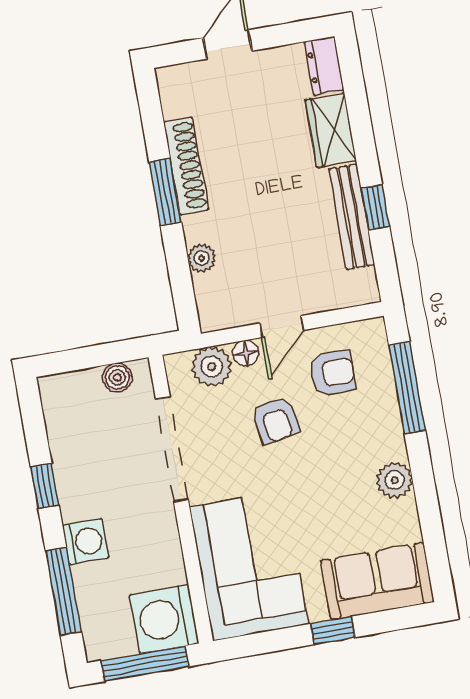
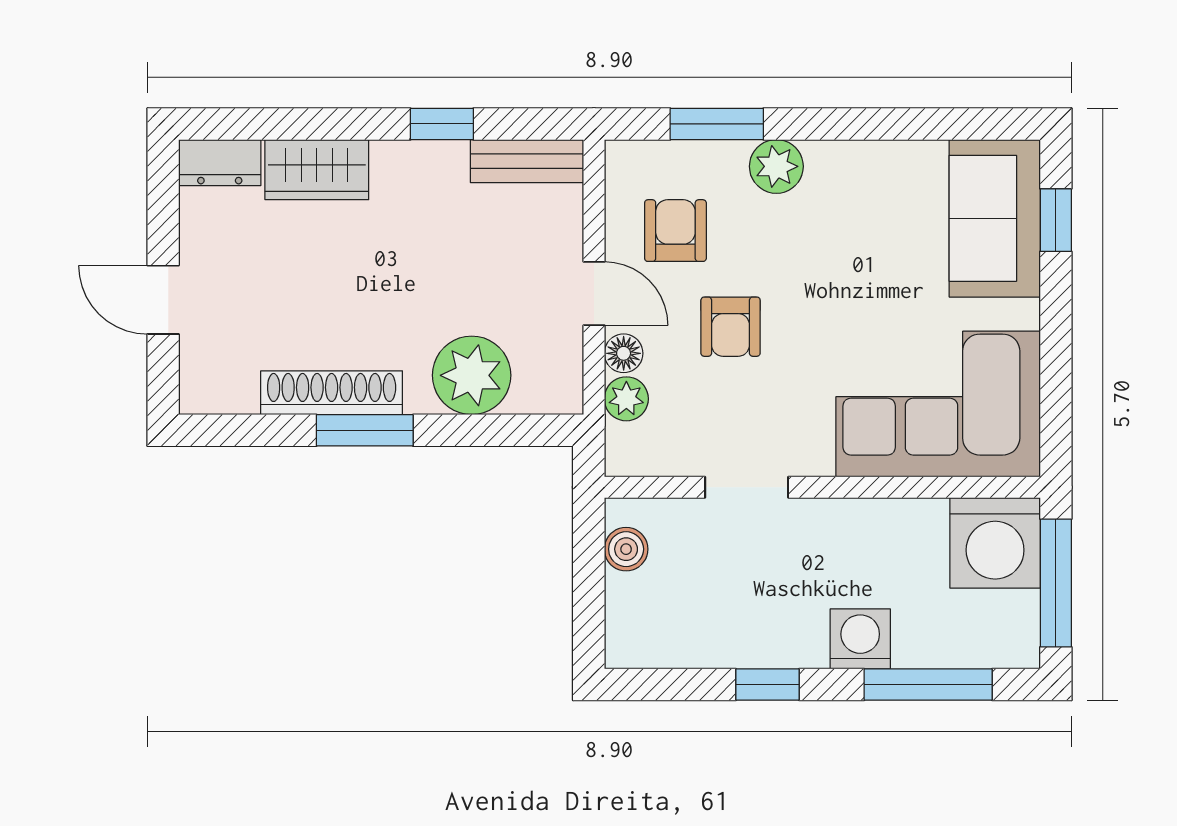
bench: (352, 217) -> (527, 161), moved, width x0.73
plant: (202, 258) -> (472, 375), width x1.88, depth x1.88
plant: (212, 367) -> (626, 399), width x0.73, depth x0.73
window: (407, 388) -> (717, 124), width x0.69
armchair: (276, 420) -> (731, 327), turned 99
doorway: (172, 449) -> (747, 487), width x0.53
plant: (395, 480) -> (776, 166), moved
window: (333, 630) -> (1056, 220), moved

